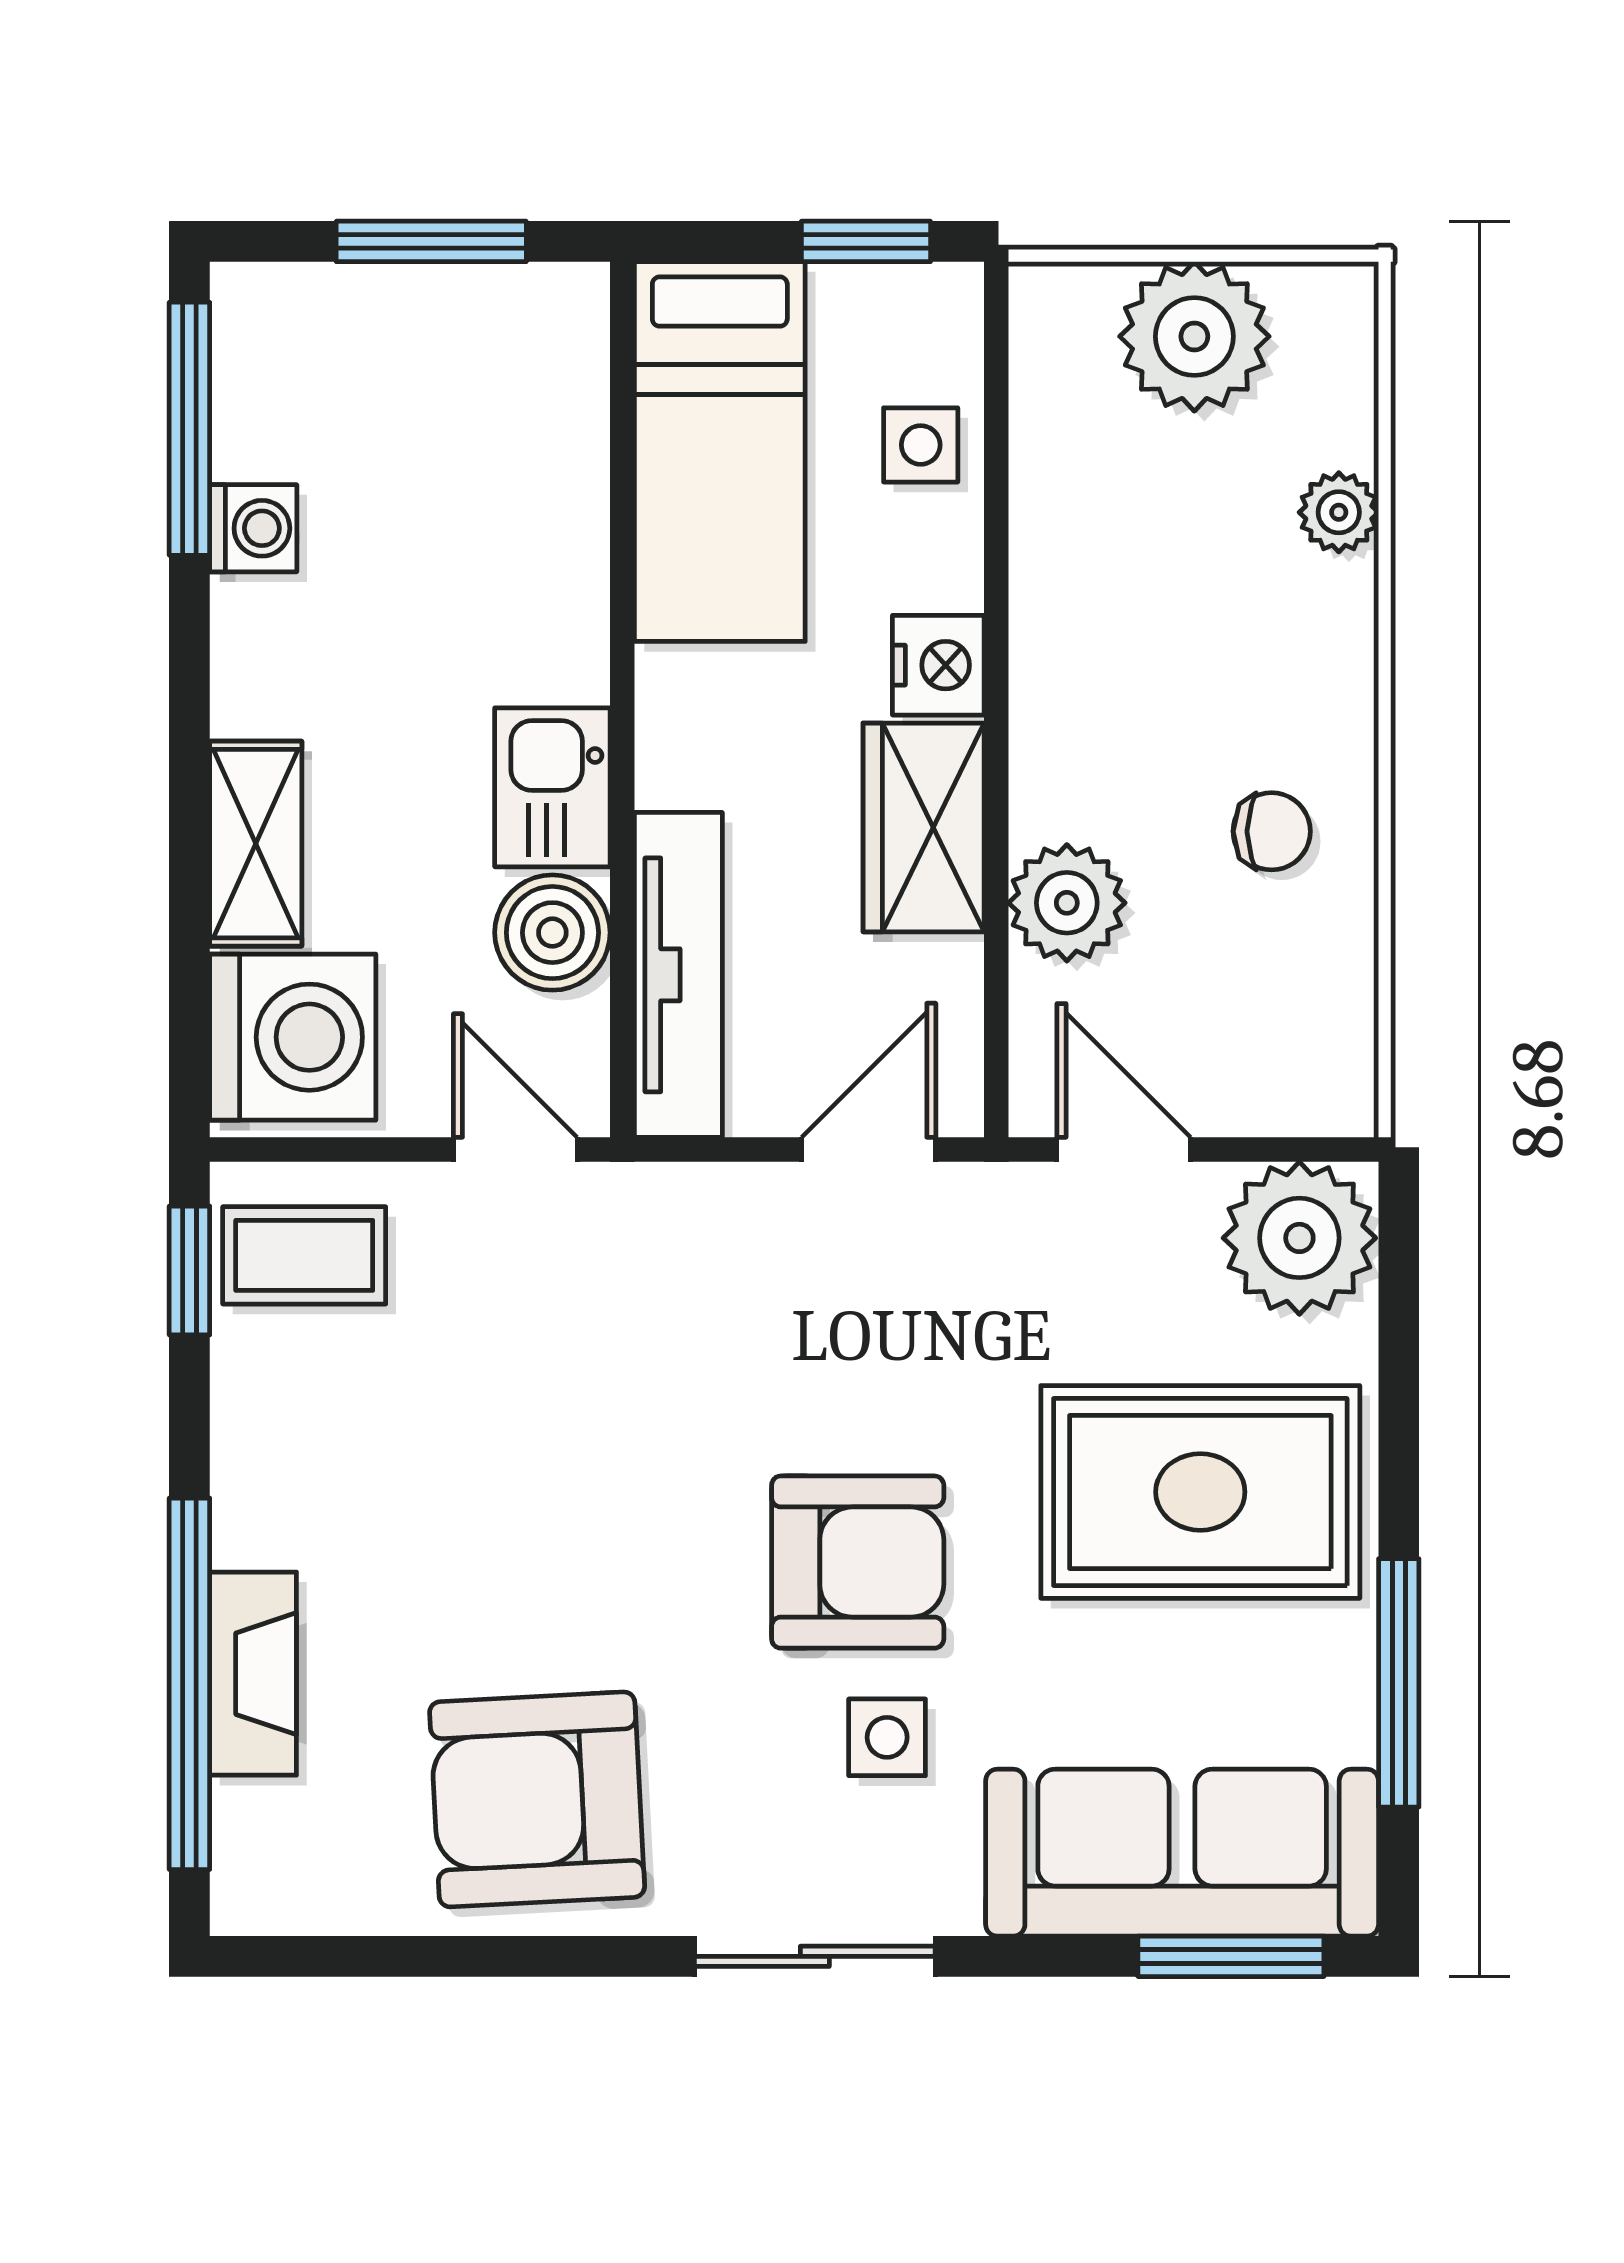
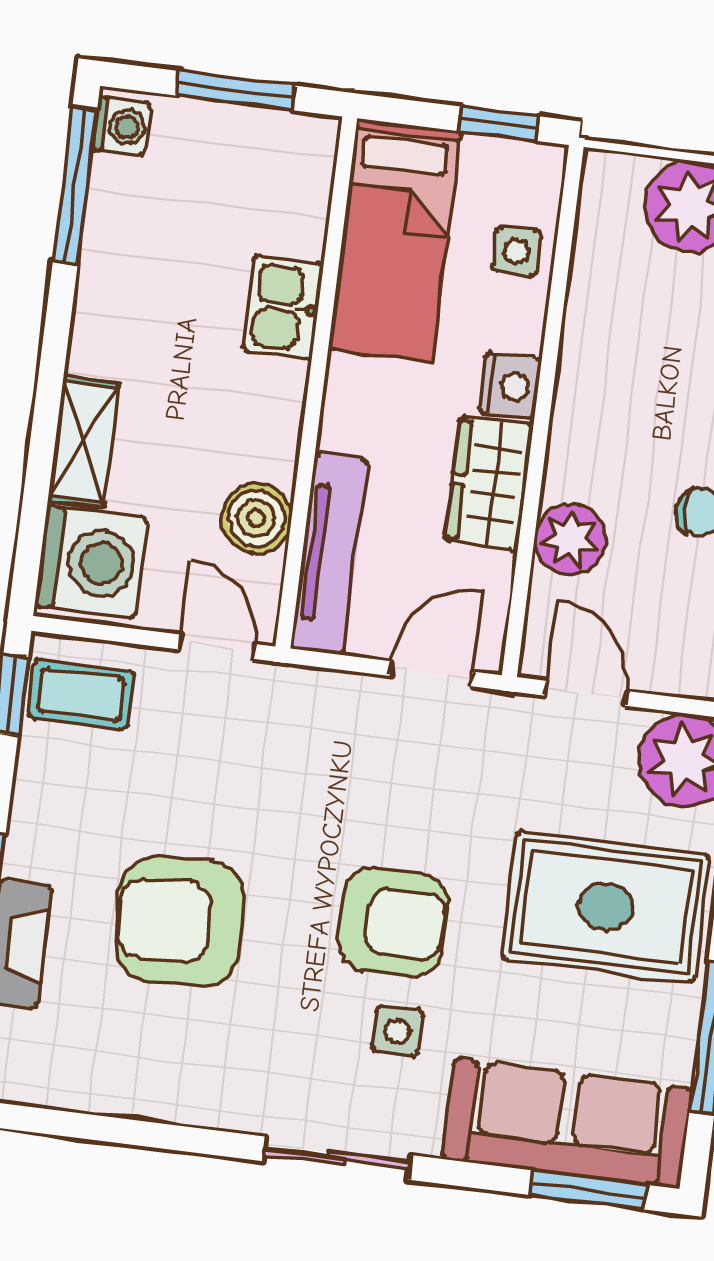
washing machine: (253, 528) -> (122, 127), moved
kitchen sink: (552, 787) -> (283, 307), moved
armchair: (537, 1799) -> (180, 921), moved

